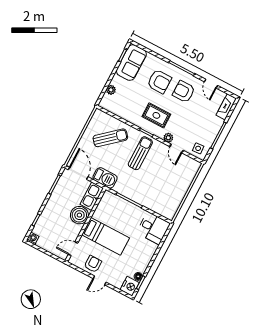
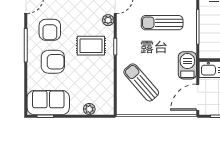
armchair: (159, 81) -> (53, 62), turned 90
rug: (156, 115) -> (91, 46), turned 90
sun lounger: (140, 153) -> (162, 23), moved

